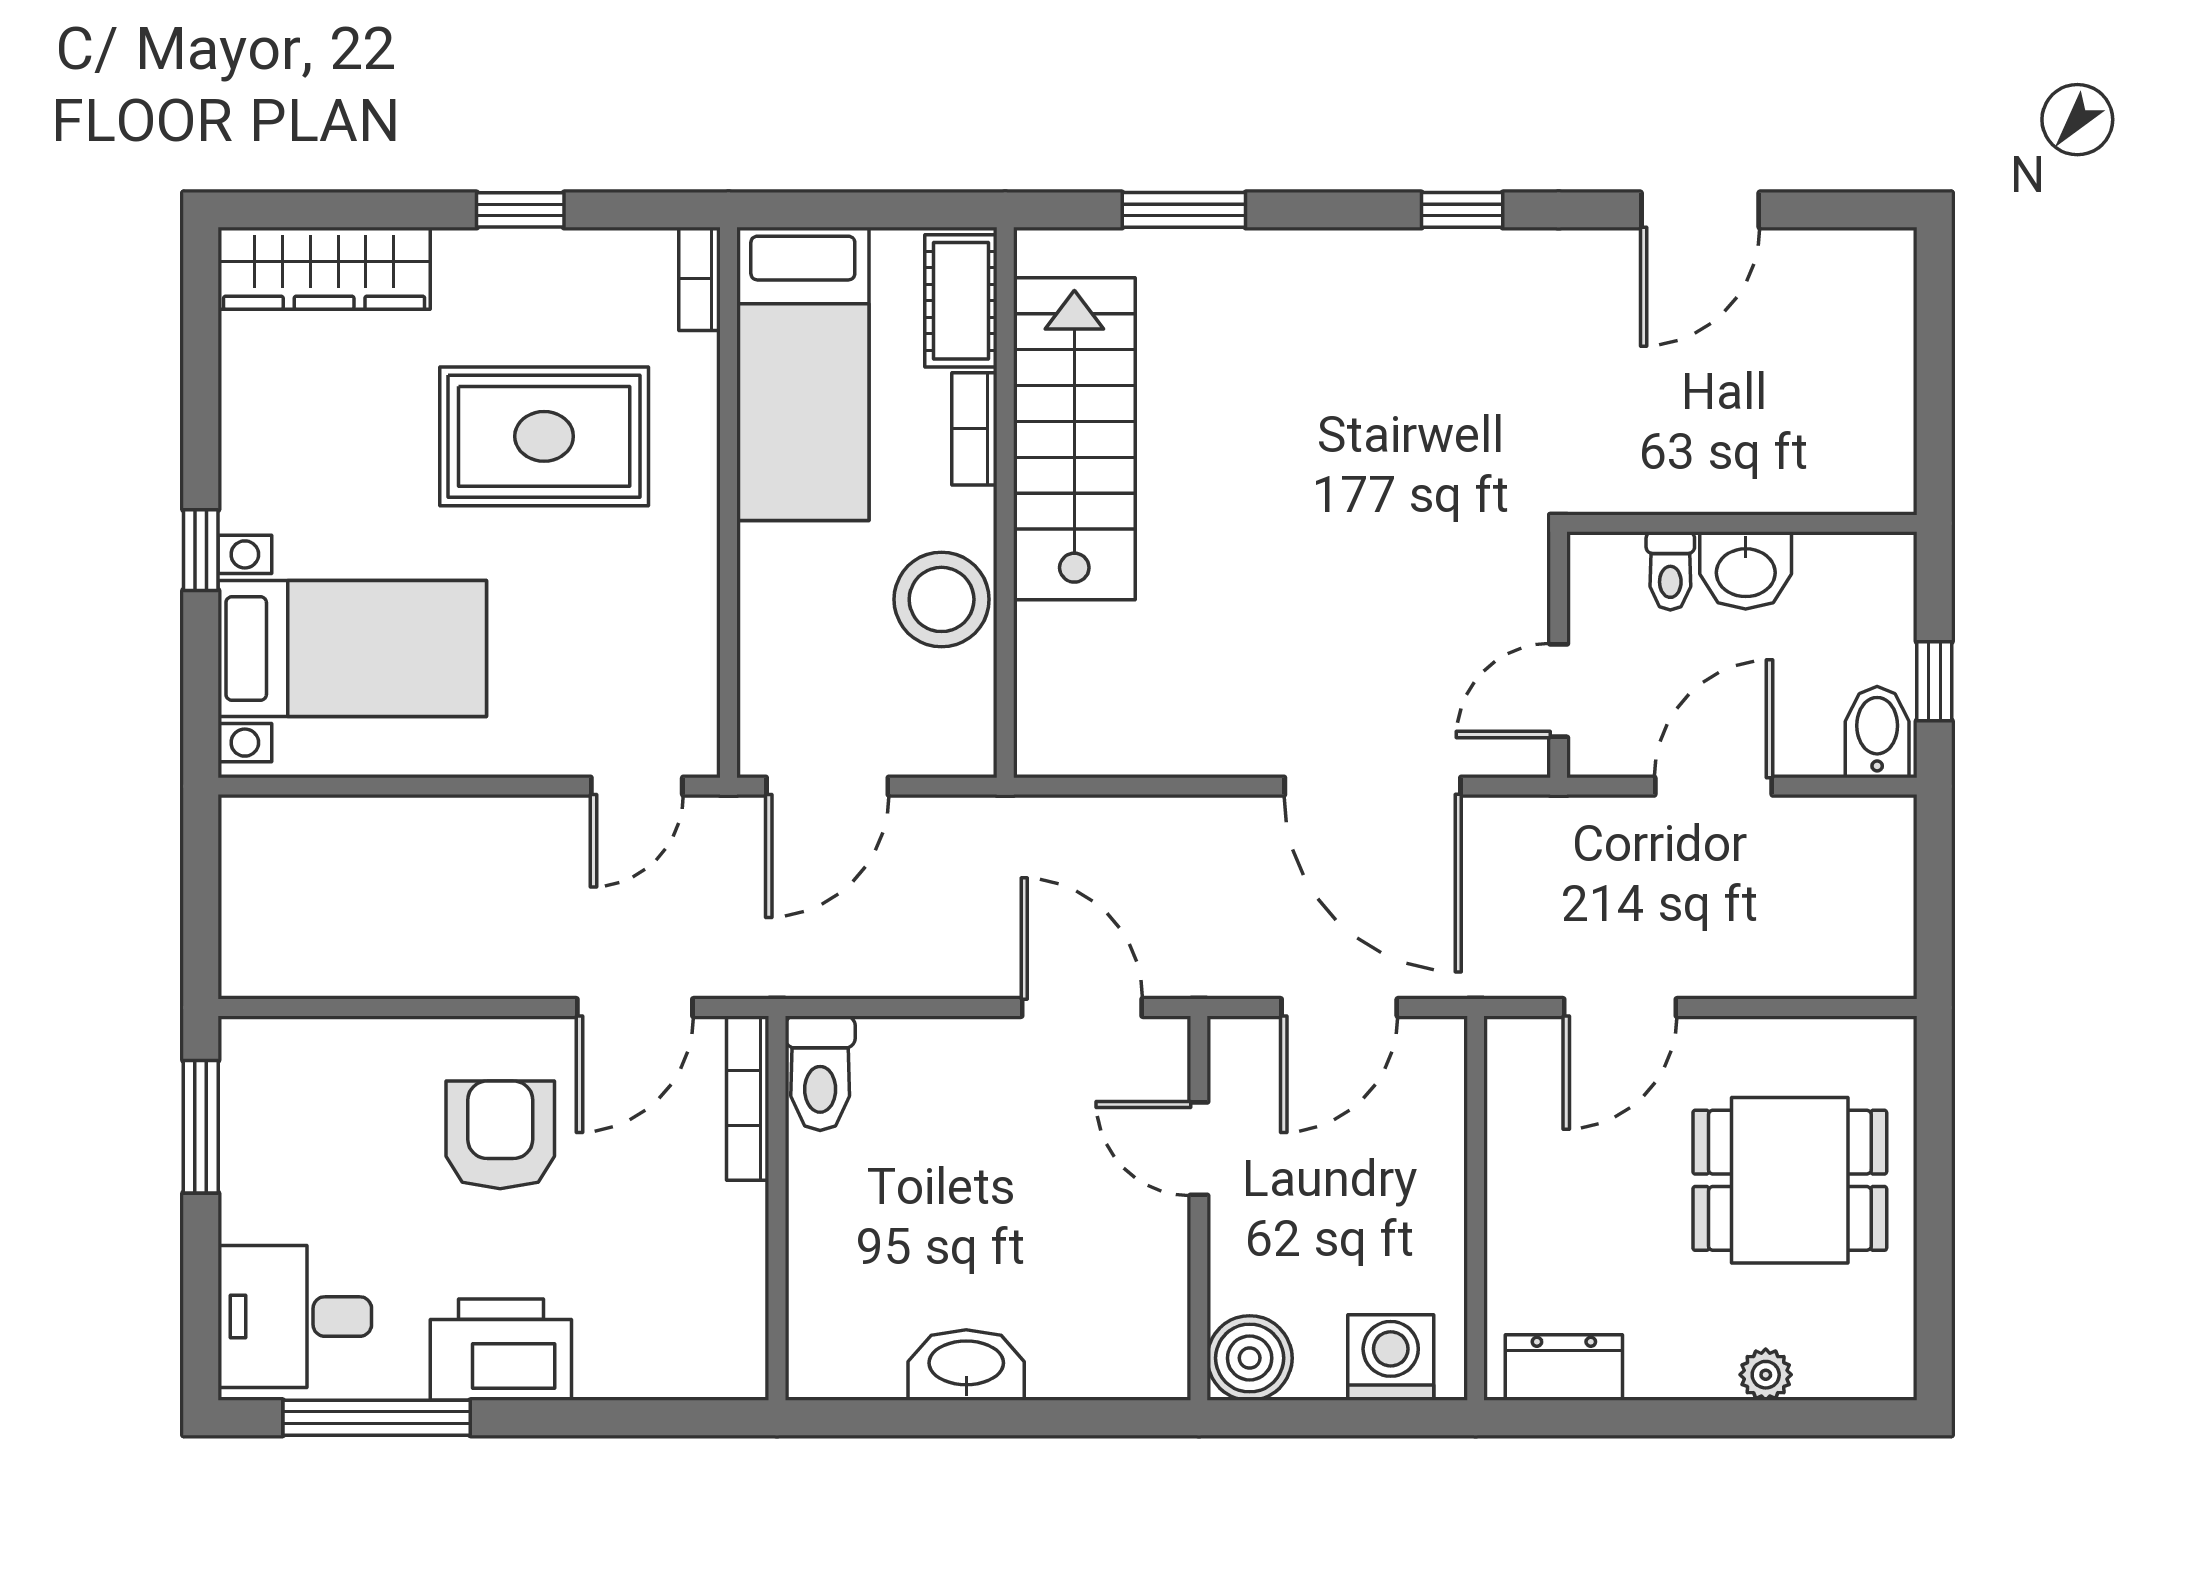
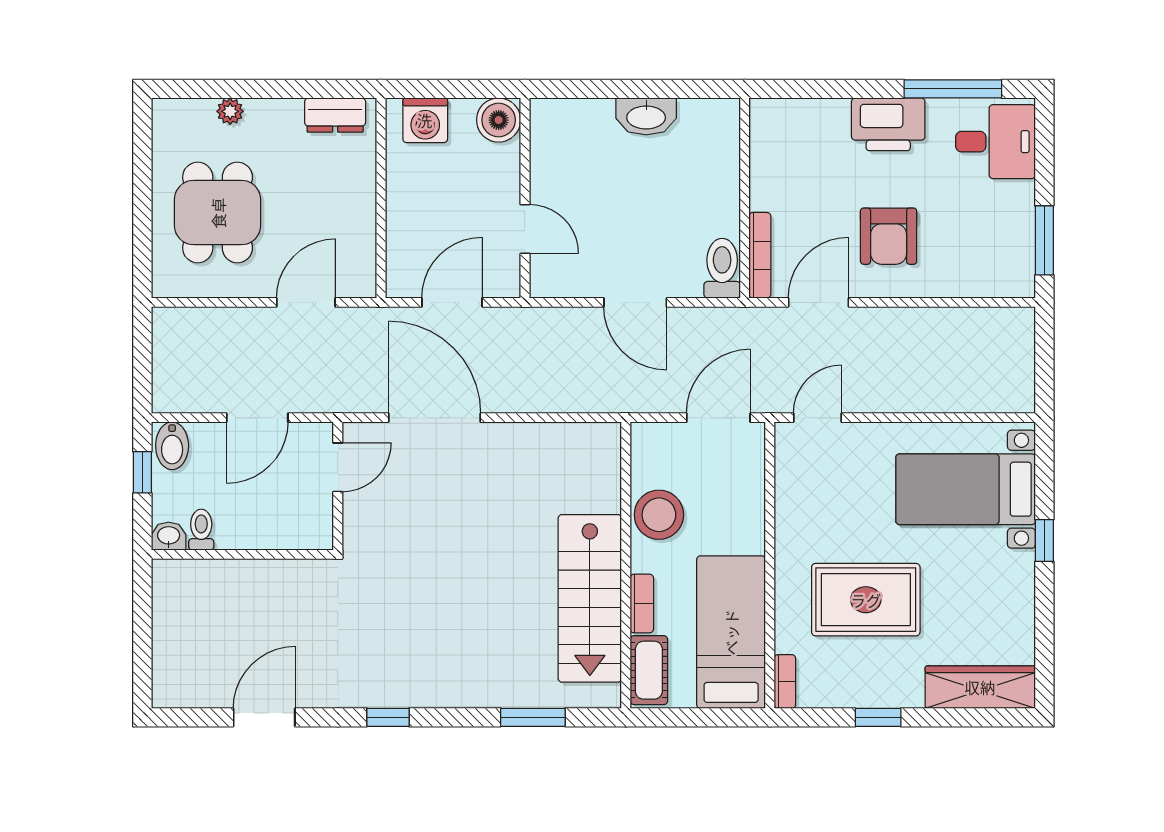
washbasin: (1746, 570) -> (169, 536), moved, width x0.72, depth x0.69
toilet: (1670, 571) -> (201, 530), moved
door: (1082, 1008) -> (635, 302), moved
dining table: (1790, 1180) -> (218, 213), turned 90

